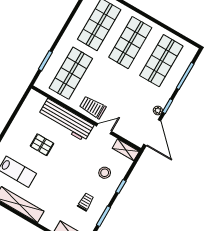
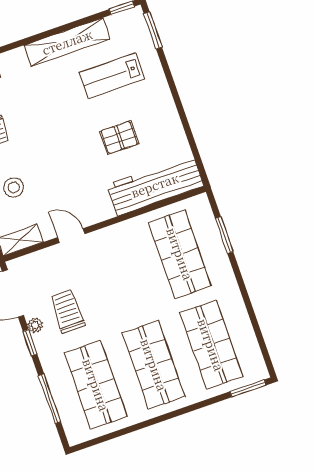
trolley: (93, 107) -> (67, 311), moved, turned -90
workbench: (66, 120) -> (155, 185), moved
door: (104, 129) -> (71, 236), swing flipped

